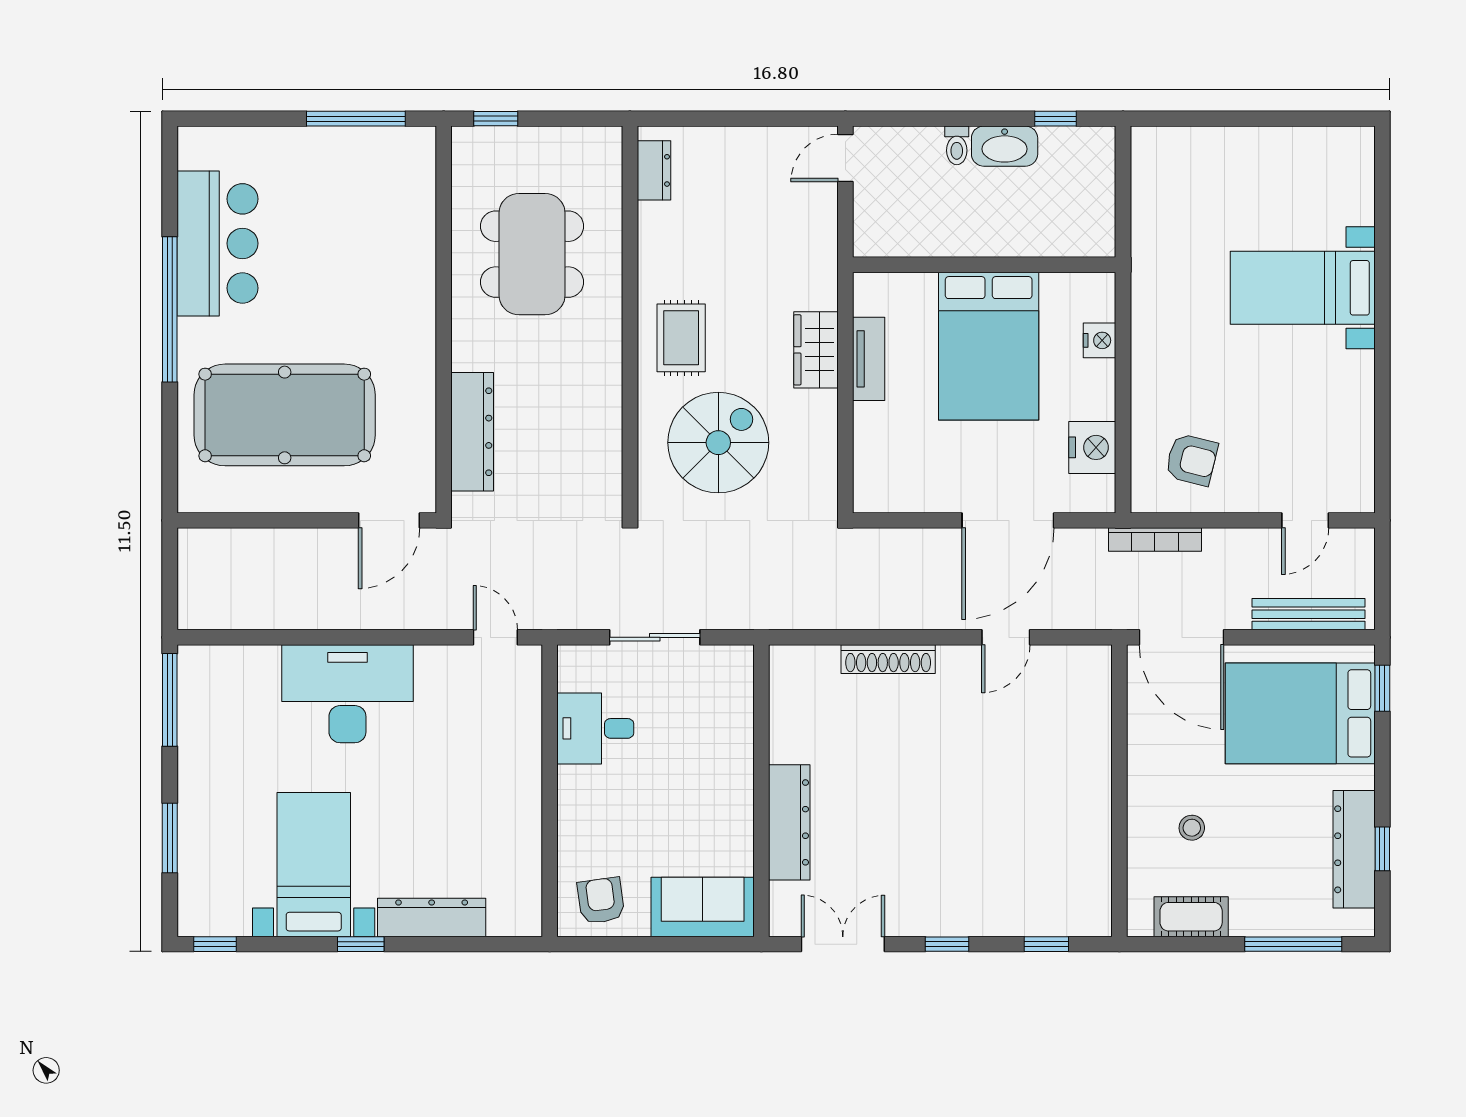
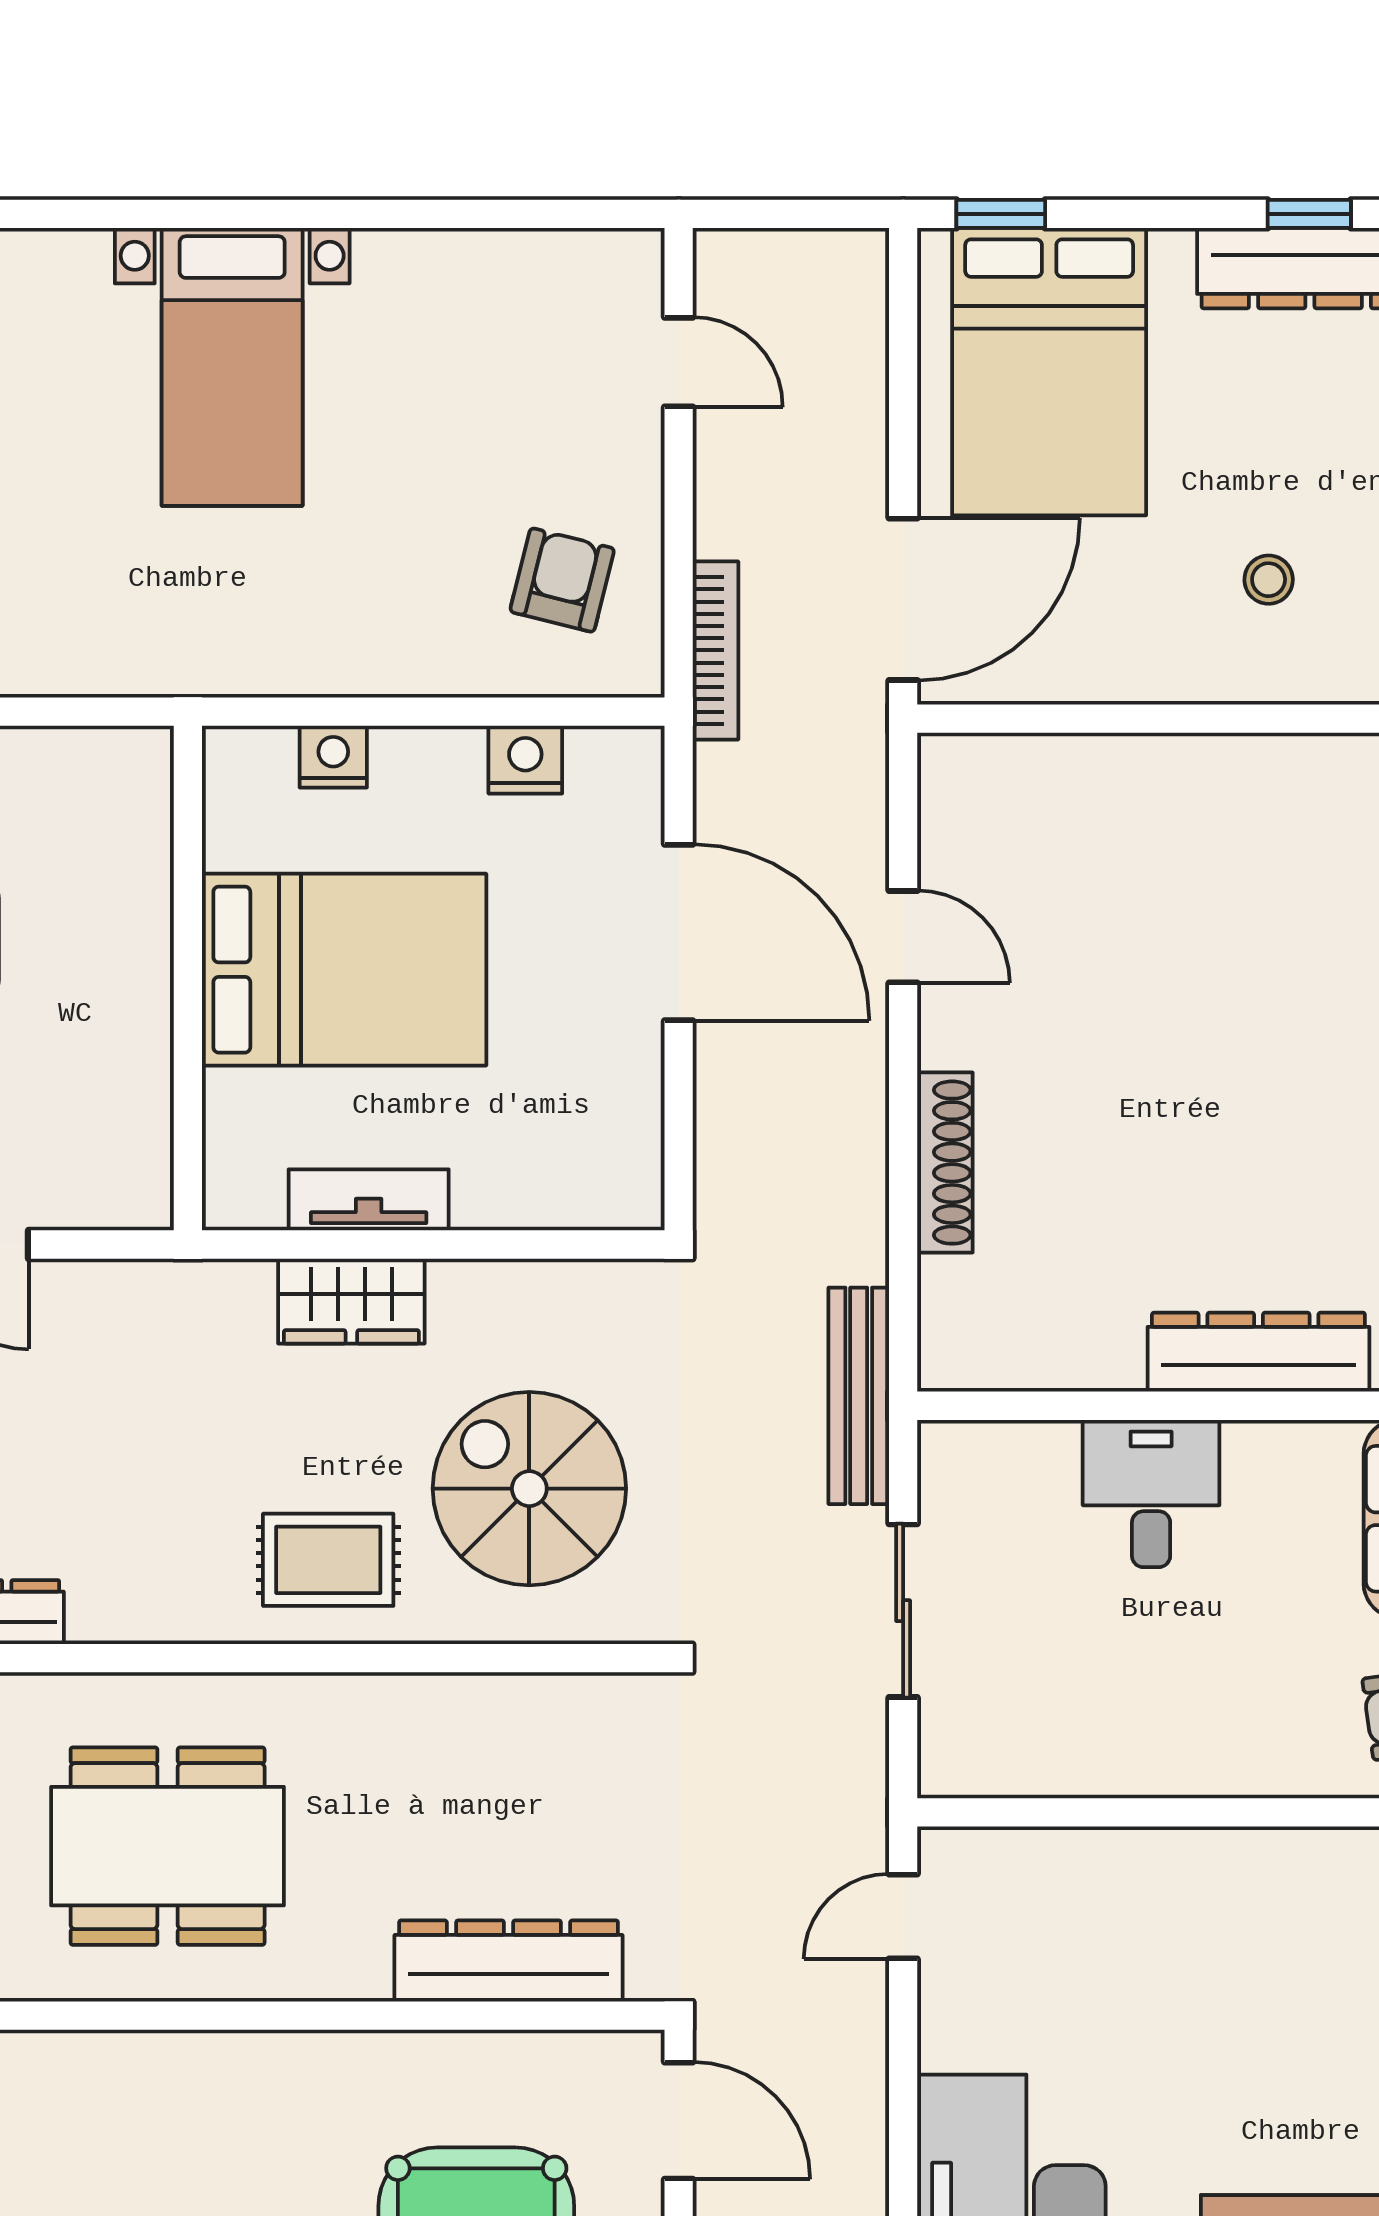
nightstand: (1092, 447) -> (525, 760), width x0.74, depth x0.75
bench: (1309, 614) -> (859, 1396), moved
desk: (595, 728) -> (1151, 1494), moved, turned 180

